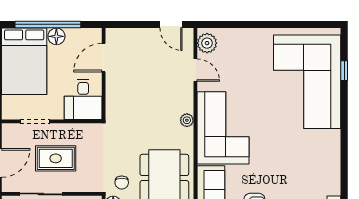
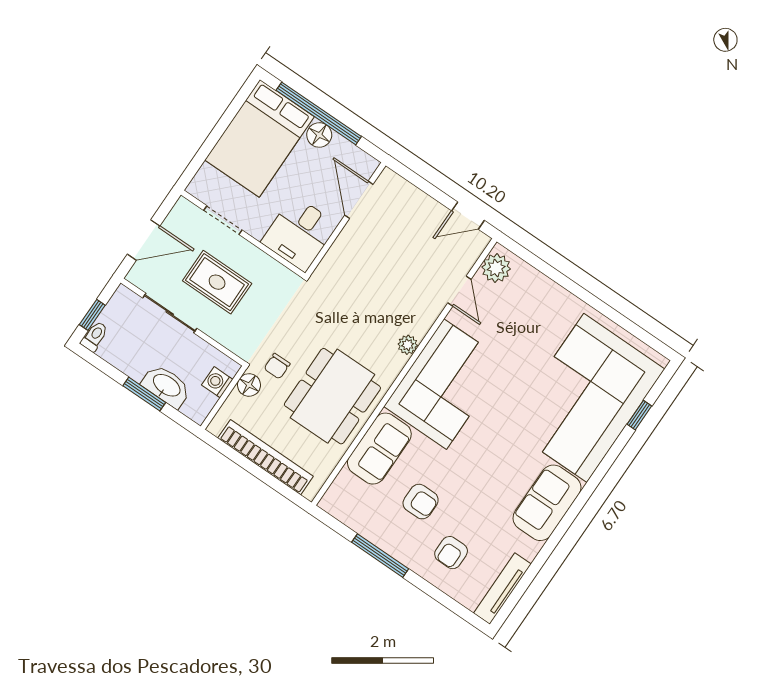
door: (171, 24) -> (468, 216), hinge flipped
door: (104, 58) -> (359, 200), hinge flipped
sofa: (326, 155) -> (547, 503), added

